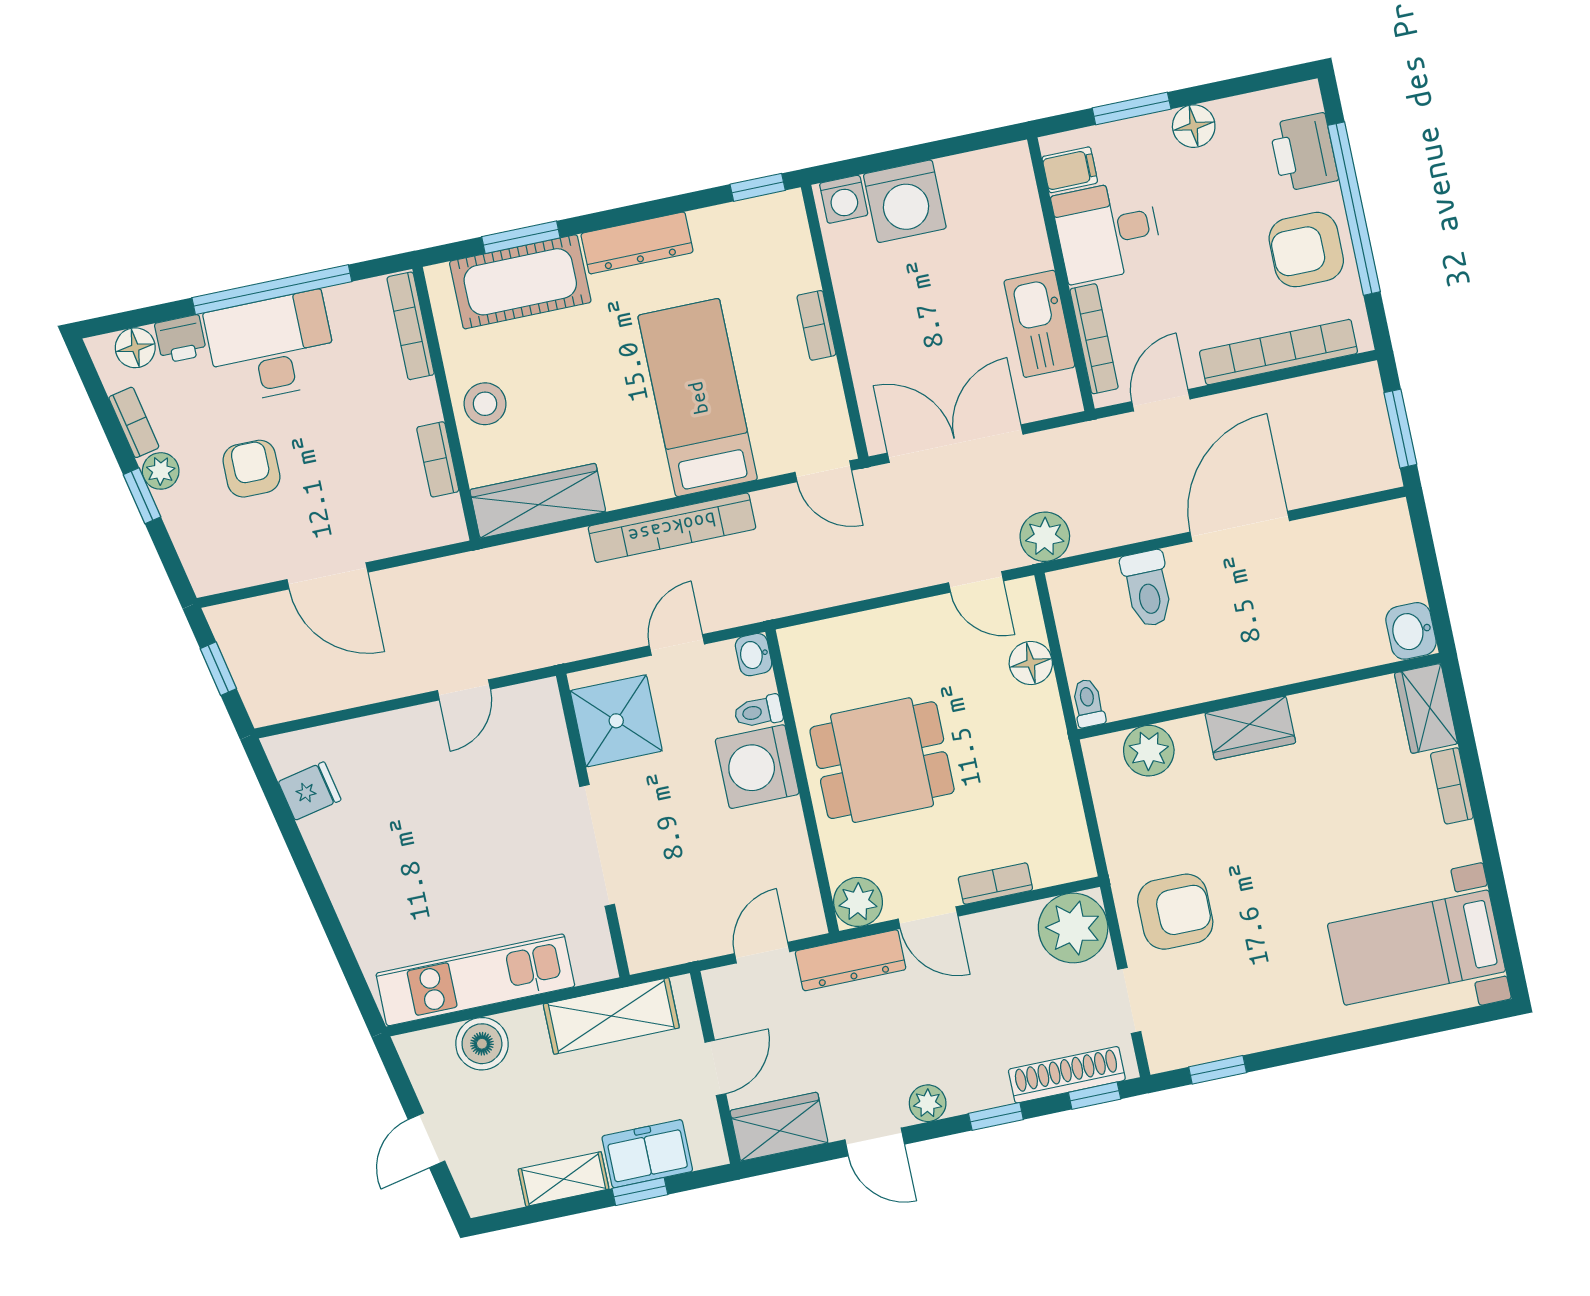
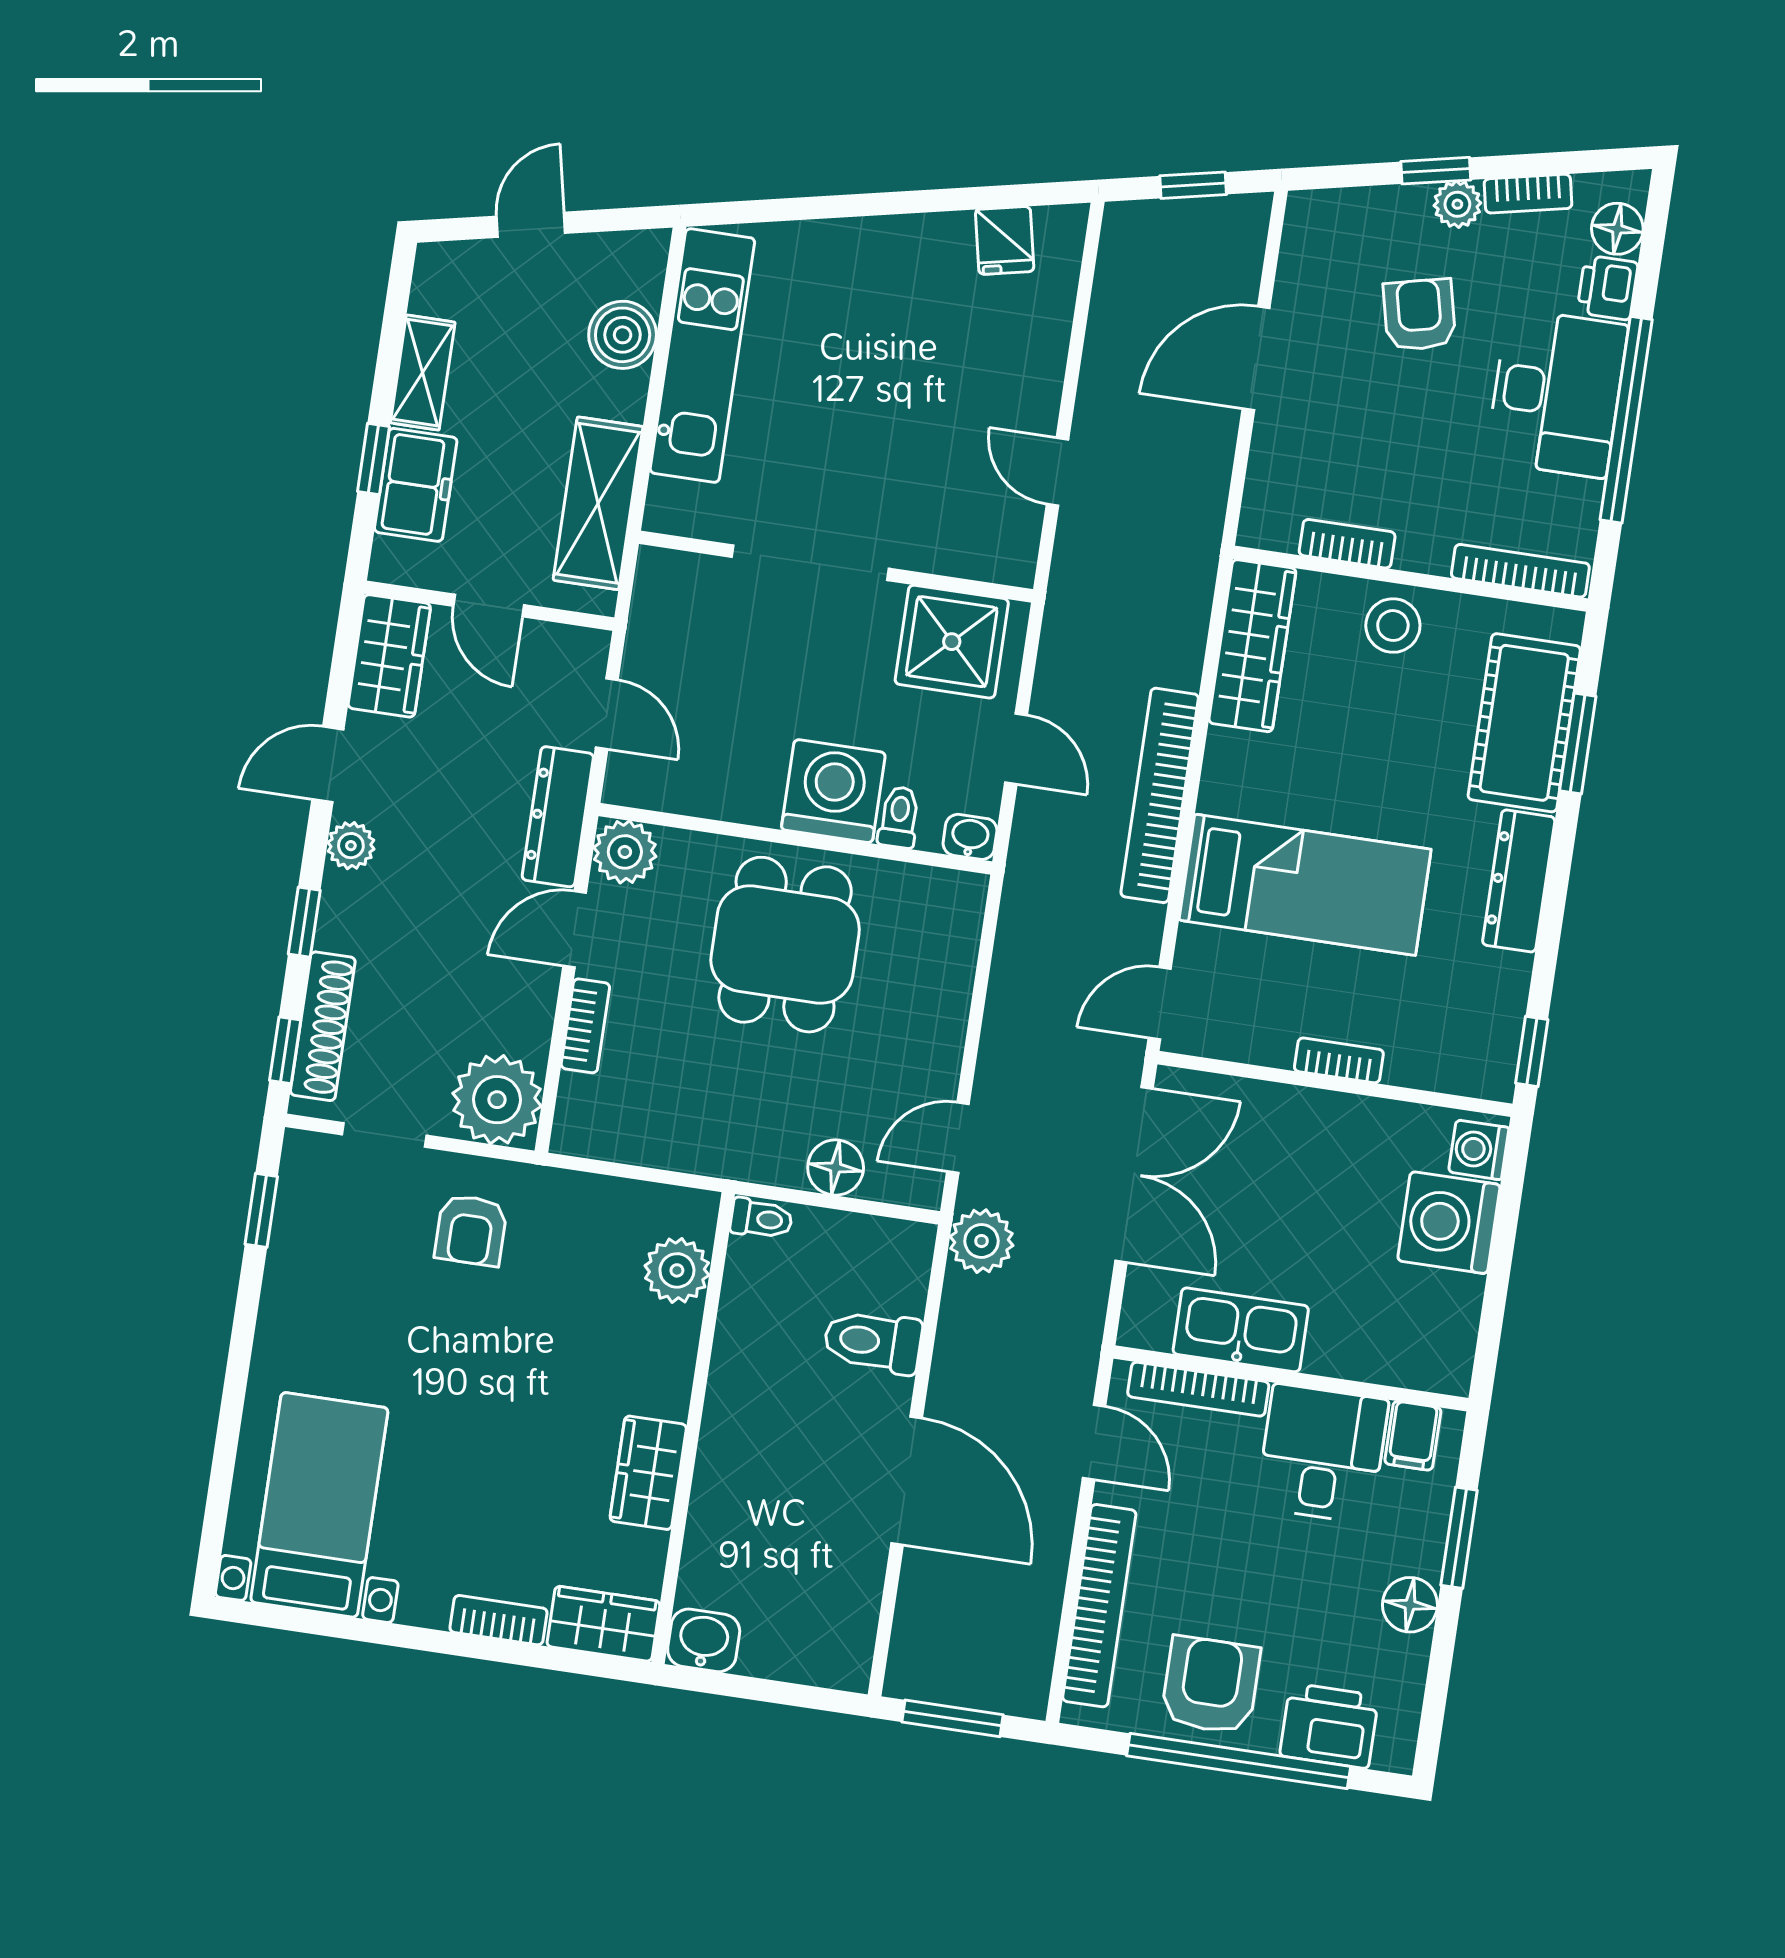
armchair: (251, 469) -> (1419, 315), turned -103
wardrobe: (1250, 728) -> (648, 1473), moved
armchair: (1175, 912) -> (471, 1230), width x0.72, depth x0.72
door: (427, 1140) -> (531, 225), hinge flipped

